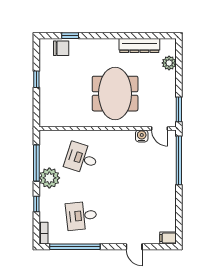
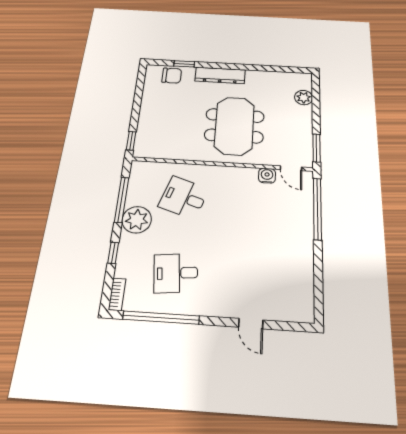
dresser: (139, 45) -> (220, 75), moved
window: (36, 79) -> (131, 141), moved
filing cabinet: (168, 238) -> (302, 314), removed

